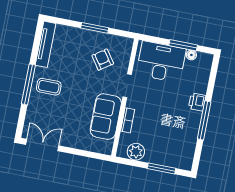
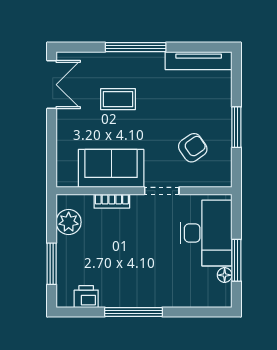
coffee table: (49, 87) -> (118, 99), moved, turned 90
printer: (197, 102) -> (86, 297), moved

